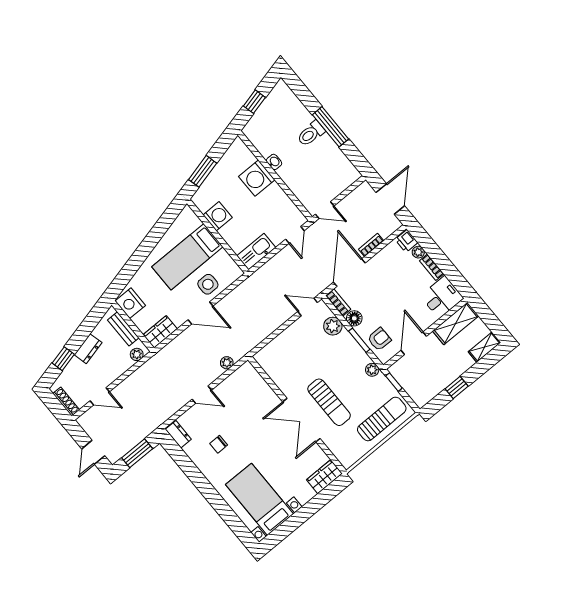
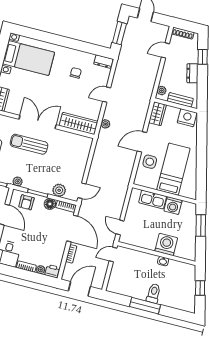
door: (390, 199) -> (79, 289), swing flipped
kitchen sink: (256, 252) -> (153, 199), moved, turned 90
wardrobe: (257, 385) -> (79, 123), added

